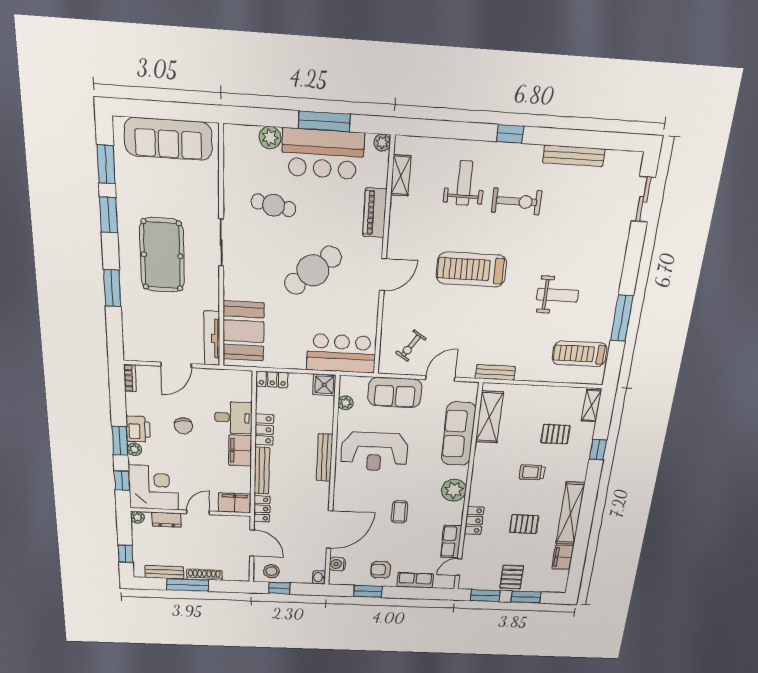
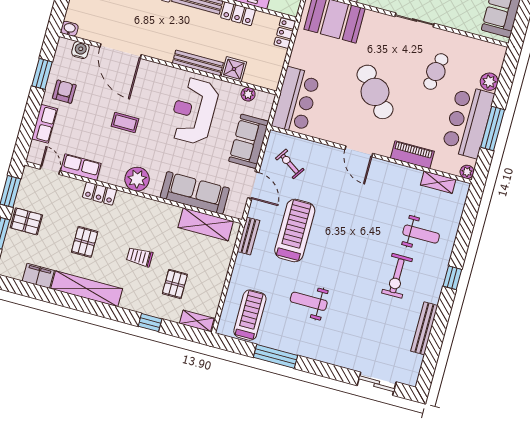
treadmill: (471, 269) -> (295, 231), moved
weight bench: (558, 295) -> (309, 301), turned 90
shower: (324, 385) -> (234, 69), moved
trolley: (532, 472) -> (140, 257), turned -90

